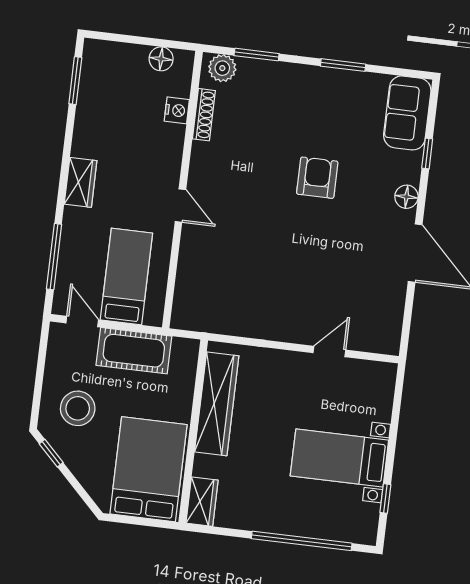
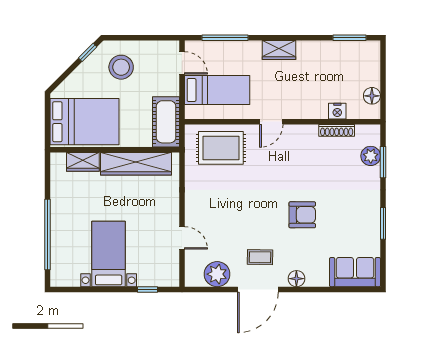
plant: (222, 68) -> (371, 156), moved
window: (427, 154) -> (328, 289), removed
coffee table: (370, 245) -> (260, 257), added
rug: (209, 281) -> (221, 148), added
plant: (386, 308) -> (217, 274), added
door: (82, 321) -> (182, 63), hinge flipped
cot: (134, 351) -> (166, 122), moved
window: (385, 498) -> (147, 289), moved
wardrobe: (202, 502) -> (83, 162), moved

